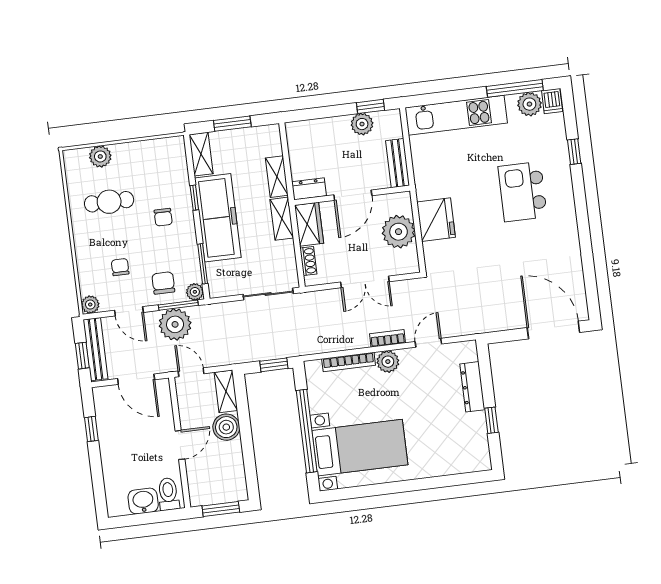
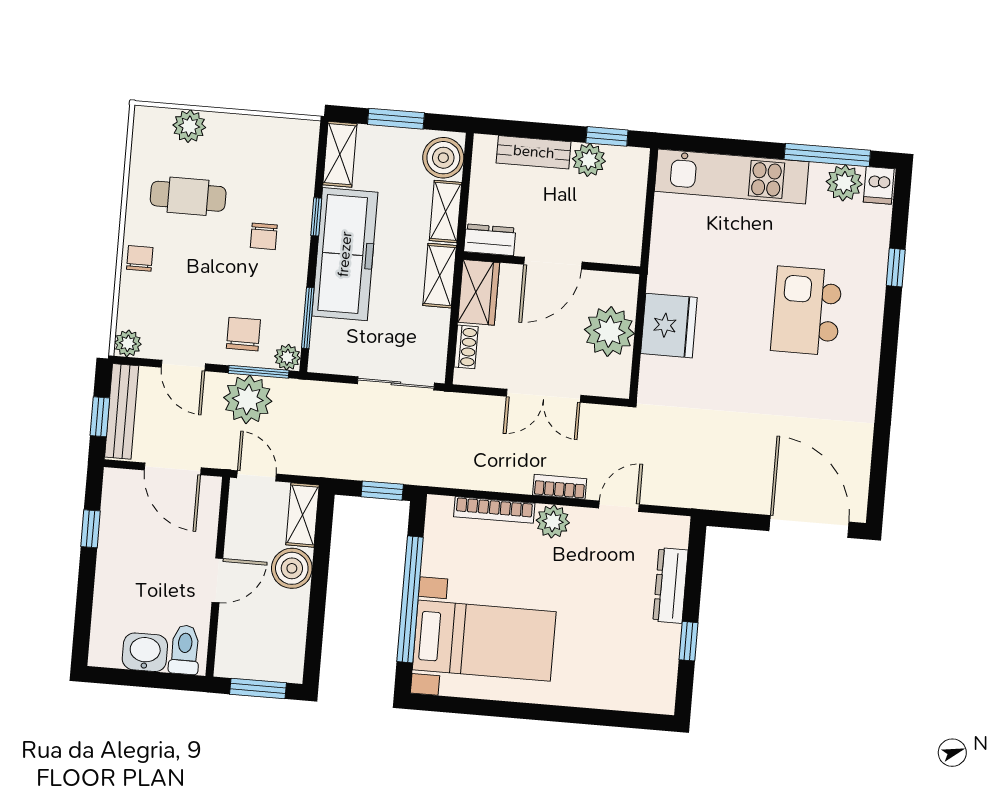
boiler: (268, 142) -> (443, 158), added
bench: (398, 163) -> (534, 152), moved, turned 90
chair: (120, 267) -> (140, 258), moved

